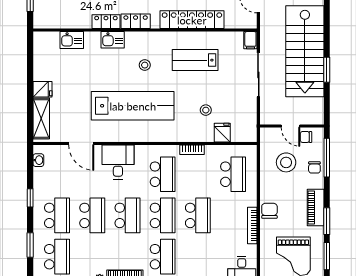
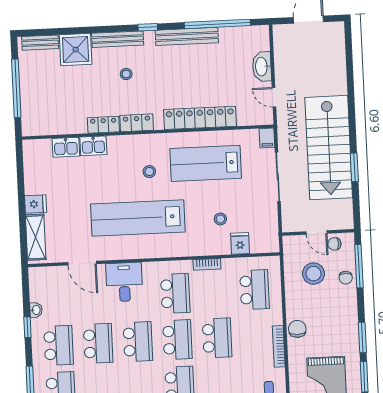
kitchen sink: (113, 40) -> (93, 146), moved
lab bench: (195, 60) -> (206, 163), width x1.36, depth x1.39
lab bench: (133, 106) -> (138, 218), turned 180
washbasin: (38, 160) -> (36, 310), moved
piano: (316, 207) -> (349, 323), removed

